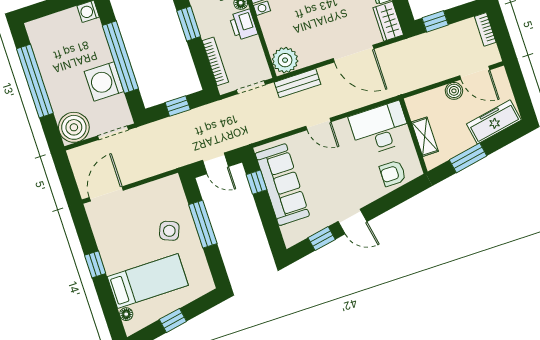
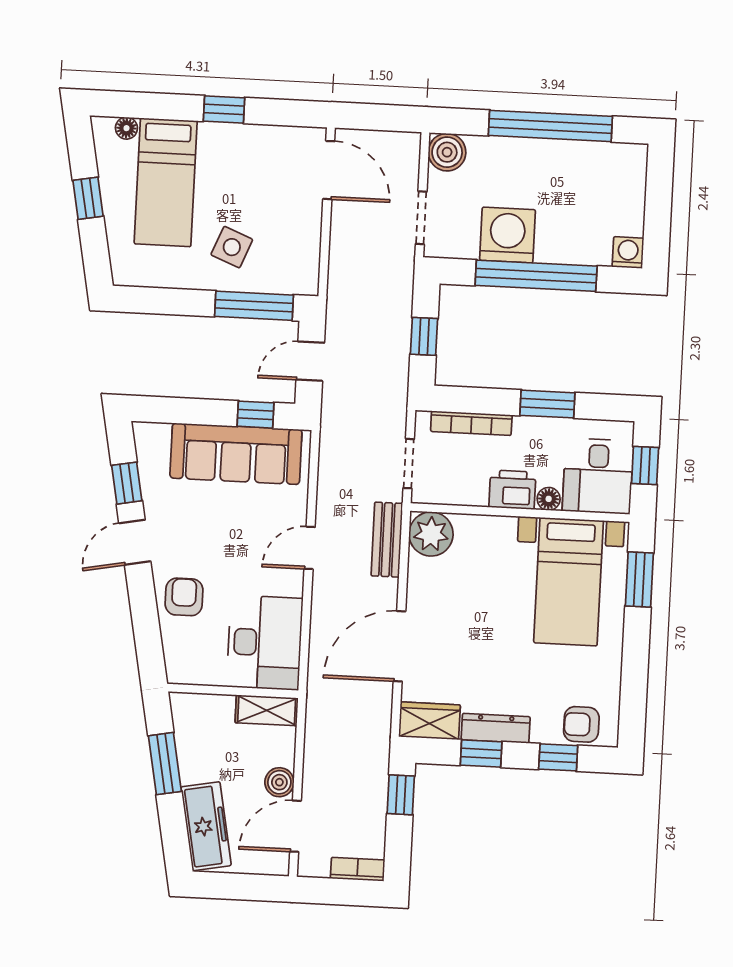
boiler: (74, 127) -> (447, 152), width x0.73, depth x0.73
shelving: (425, 137) -> (267, 710), moved
armchair: (393, 173) -> (184, 597), moved
window: (203, 224) -> (254, 306), moved

